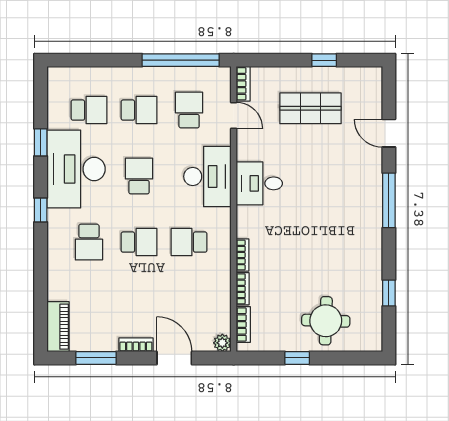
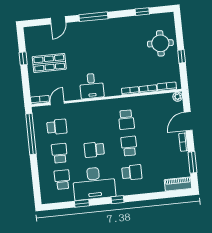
shop shelf: (311, 108) -> (49, 63), turned 90
school desk: (189, 110) -> (57, 127), turned 180
desk: (207, 176) -> (91, 114), removed

